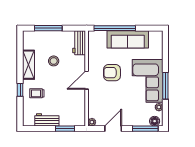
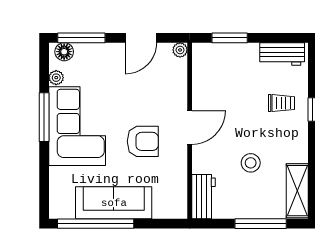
window: (115, 28) -> (96, 224), moved
shelving: (28, 65) -> (297, 191), moved
workbench: (47, 120) -> (282, 54), moved

